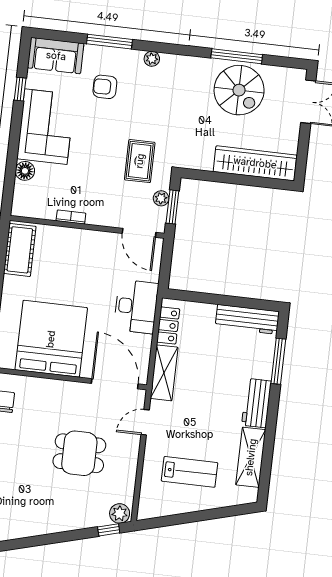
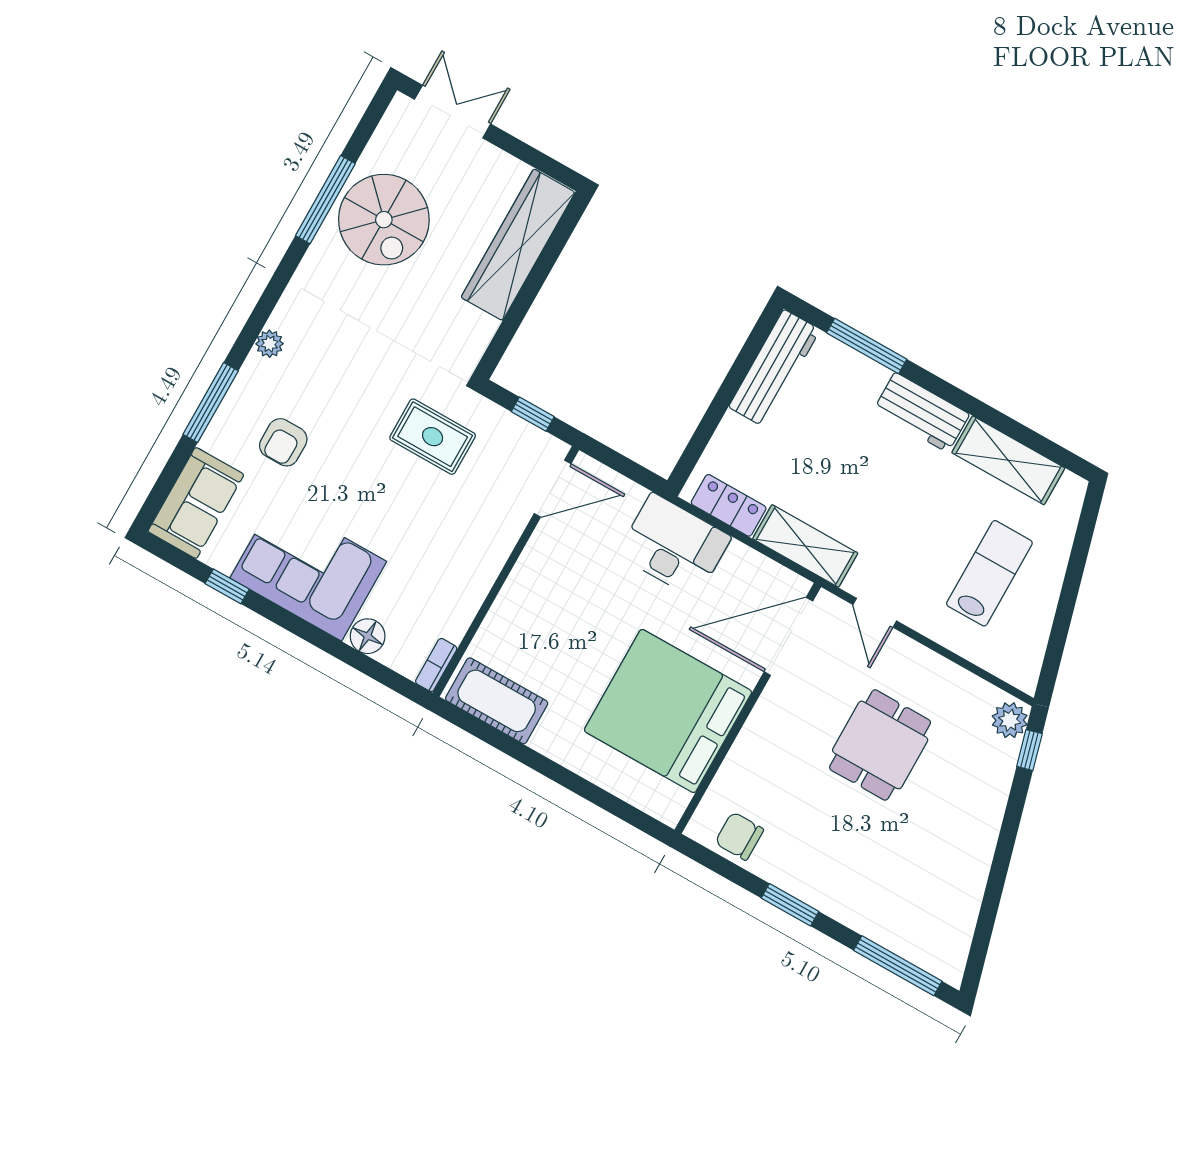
spiral stairs: (239, 90) -> (384, 220), turned 90
plant: (161, 198) -> (510, 427), removed
window: (172, 207) -> (533, 414), width x0.67
bookcase: (71, 217) -> (436, 665), moved

